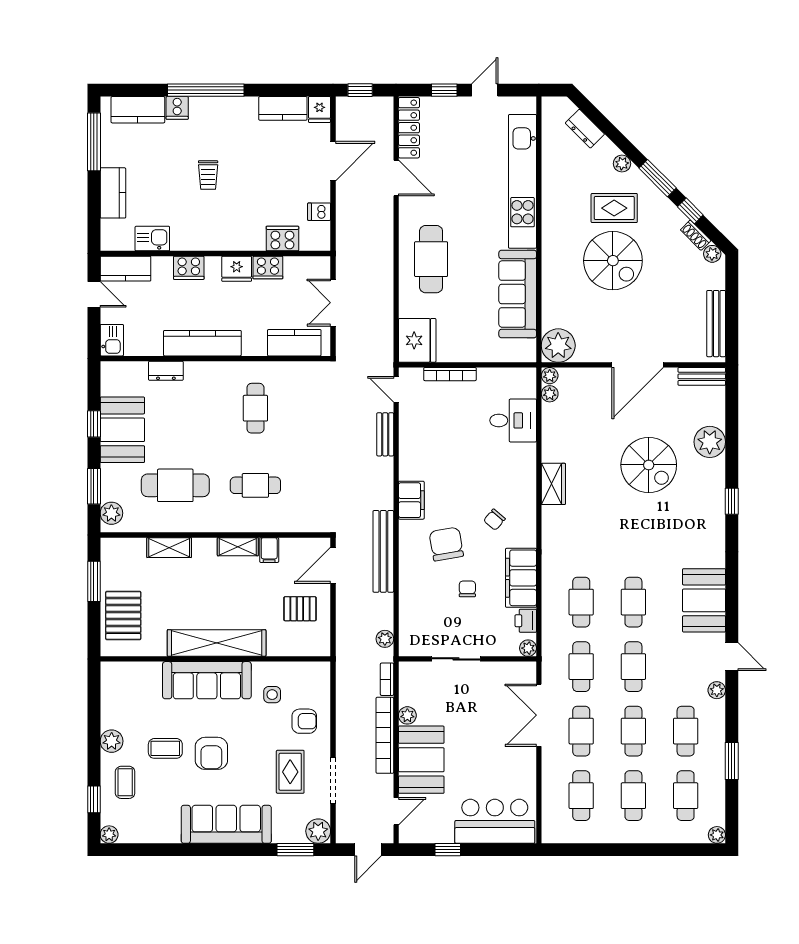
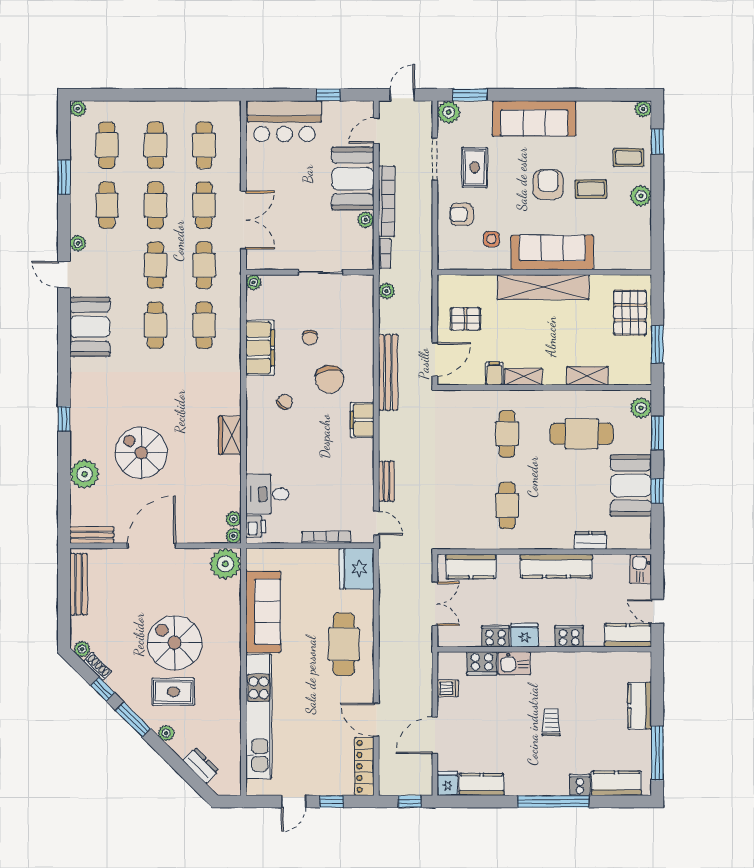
kitchen sink: (152, 239) -> (514, 663), moved
cafe table: (255, 485) -> (507, 434), turned 90
printer: (526, 621) -> (256, 527), moved
coffee table: (125, 782) -> (628, 157), turned 90

